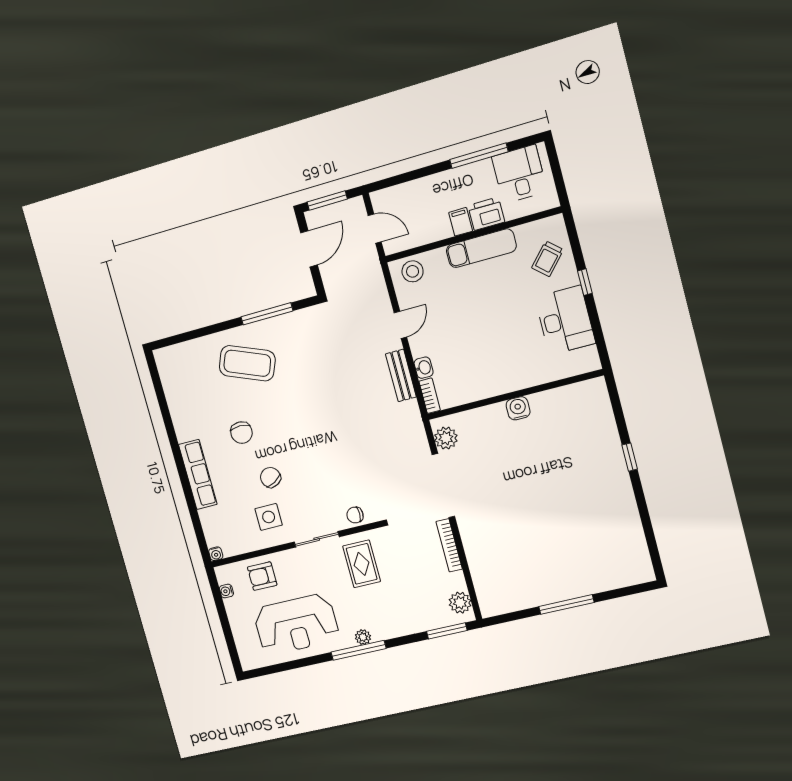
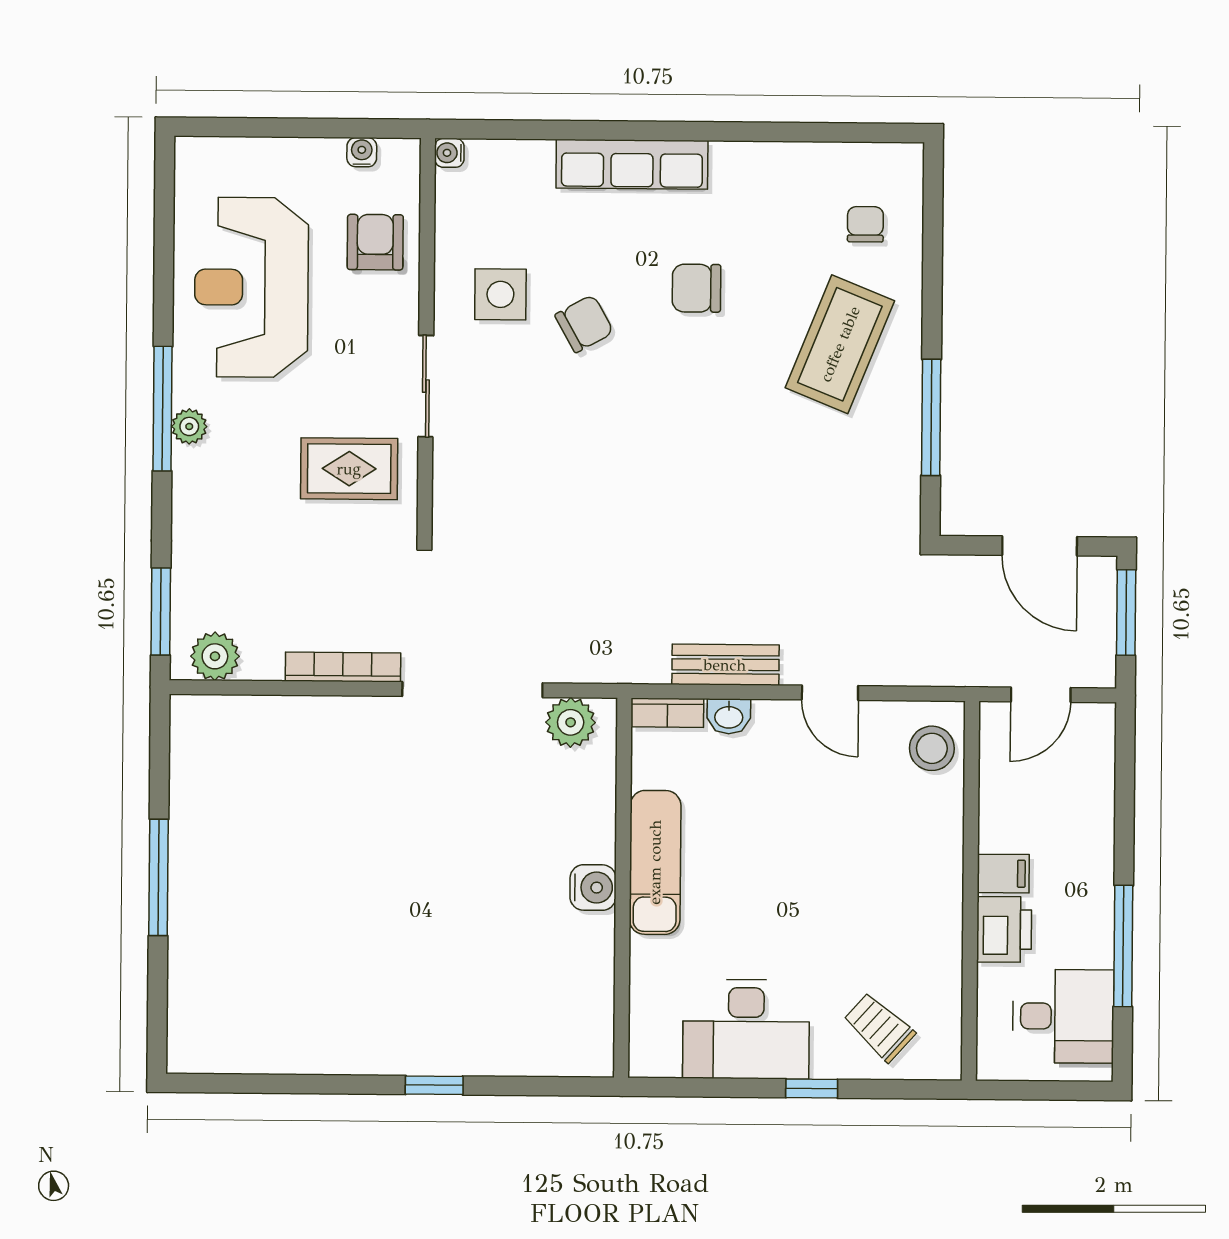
exam couch: (481, 248) -> (655, 862), moved, turned 180
chair: (355, 515) -> (865, 224), moved

